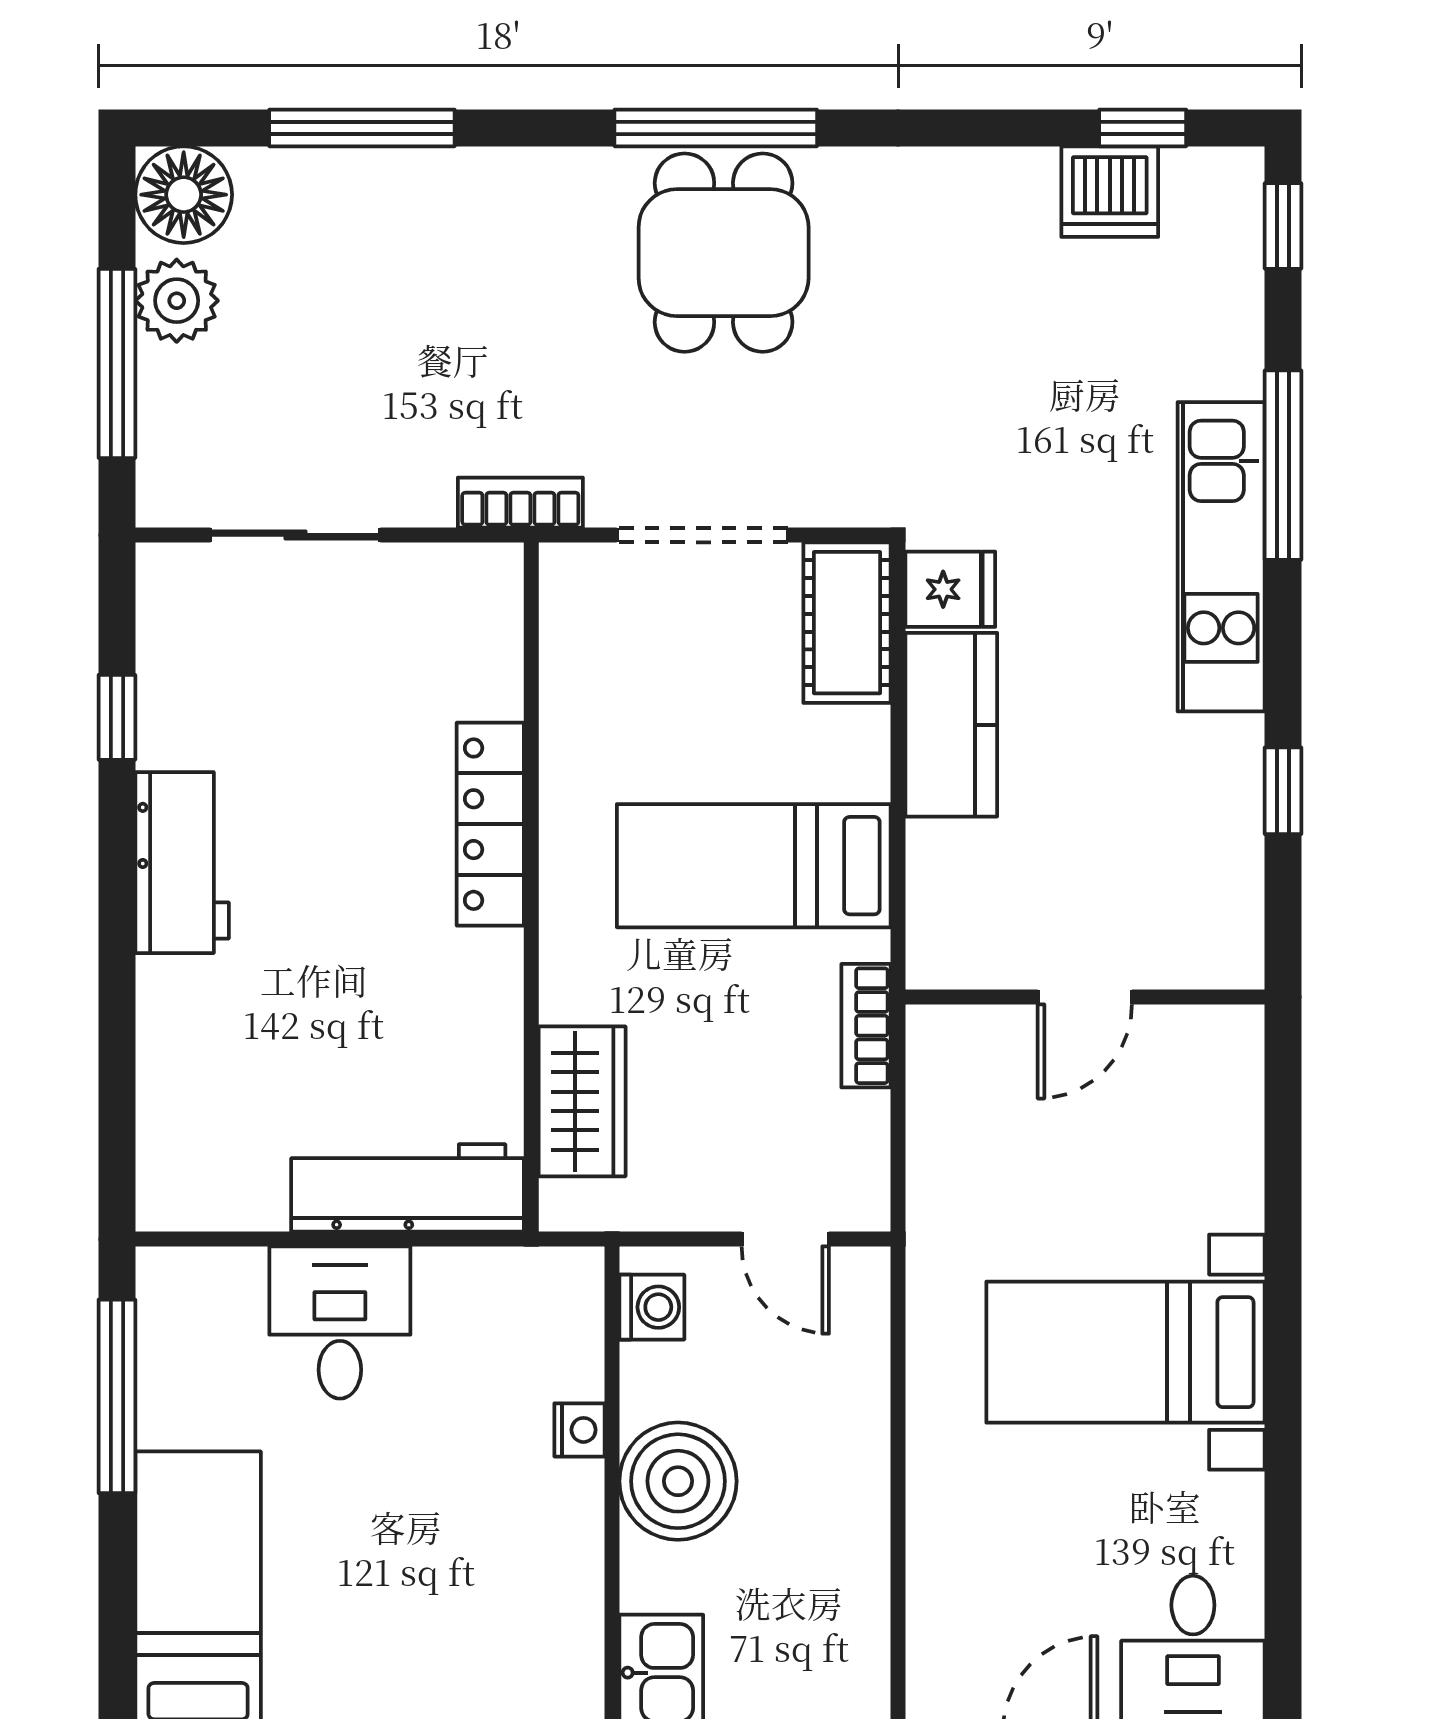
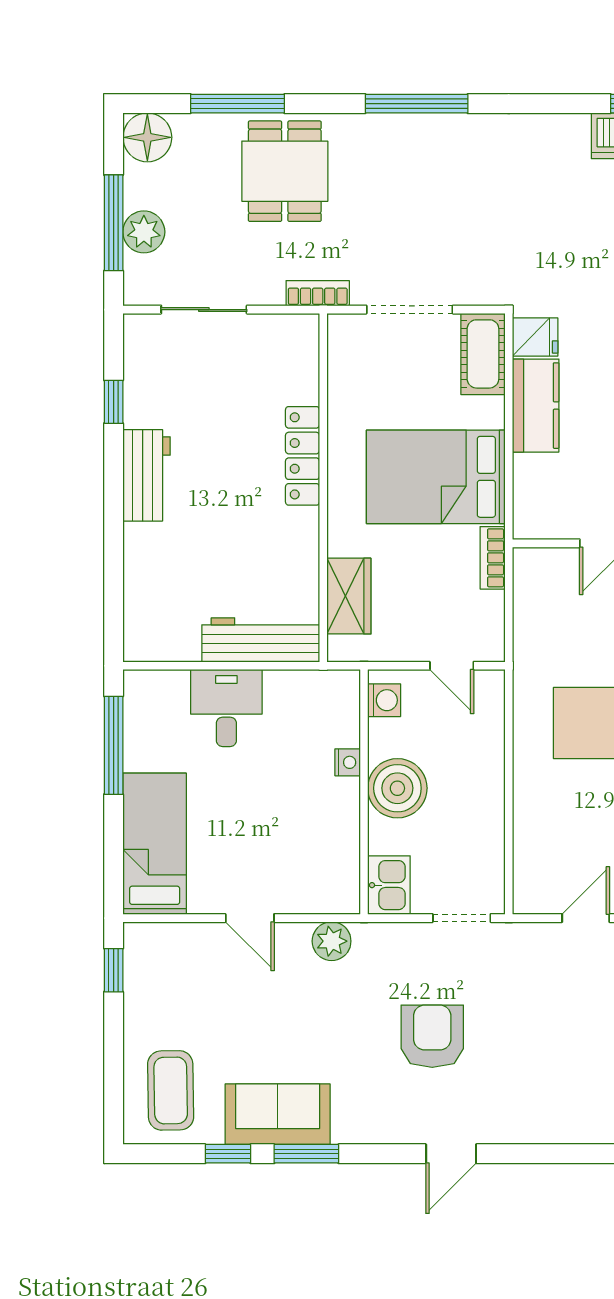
dining table: (724, 253) -> (285, 171), moved
plant: (177, 301) -> (144, 232), moved
bed: (754, 866) -> (436, 477), width x1.50

